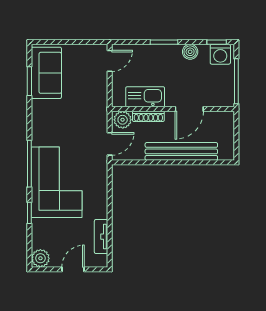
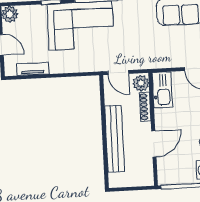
kitchen sink: (145, 97) -> (162, 90), moved
door: (189, 109) -> (154, 144), swing flipped

